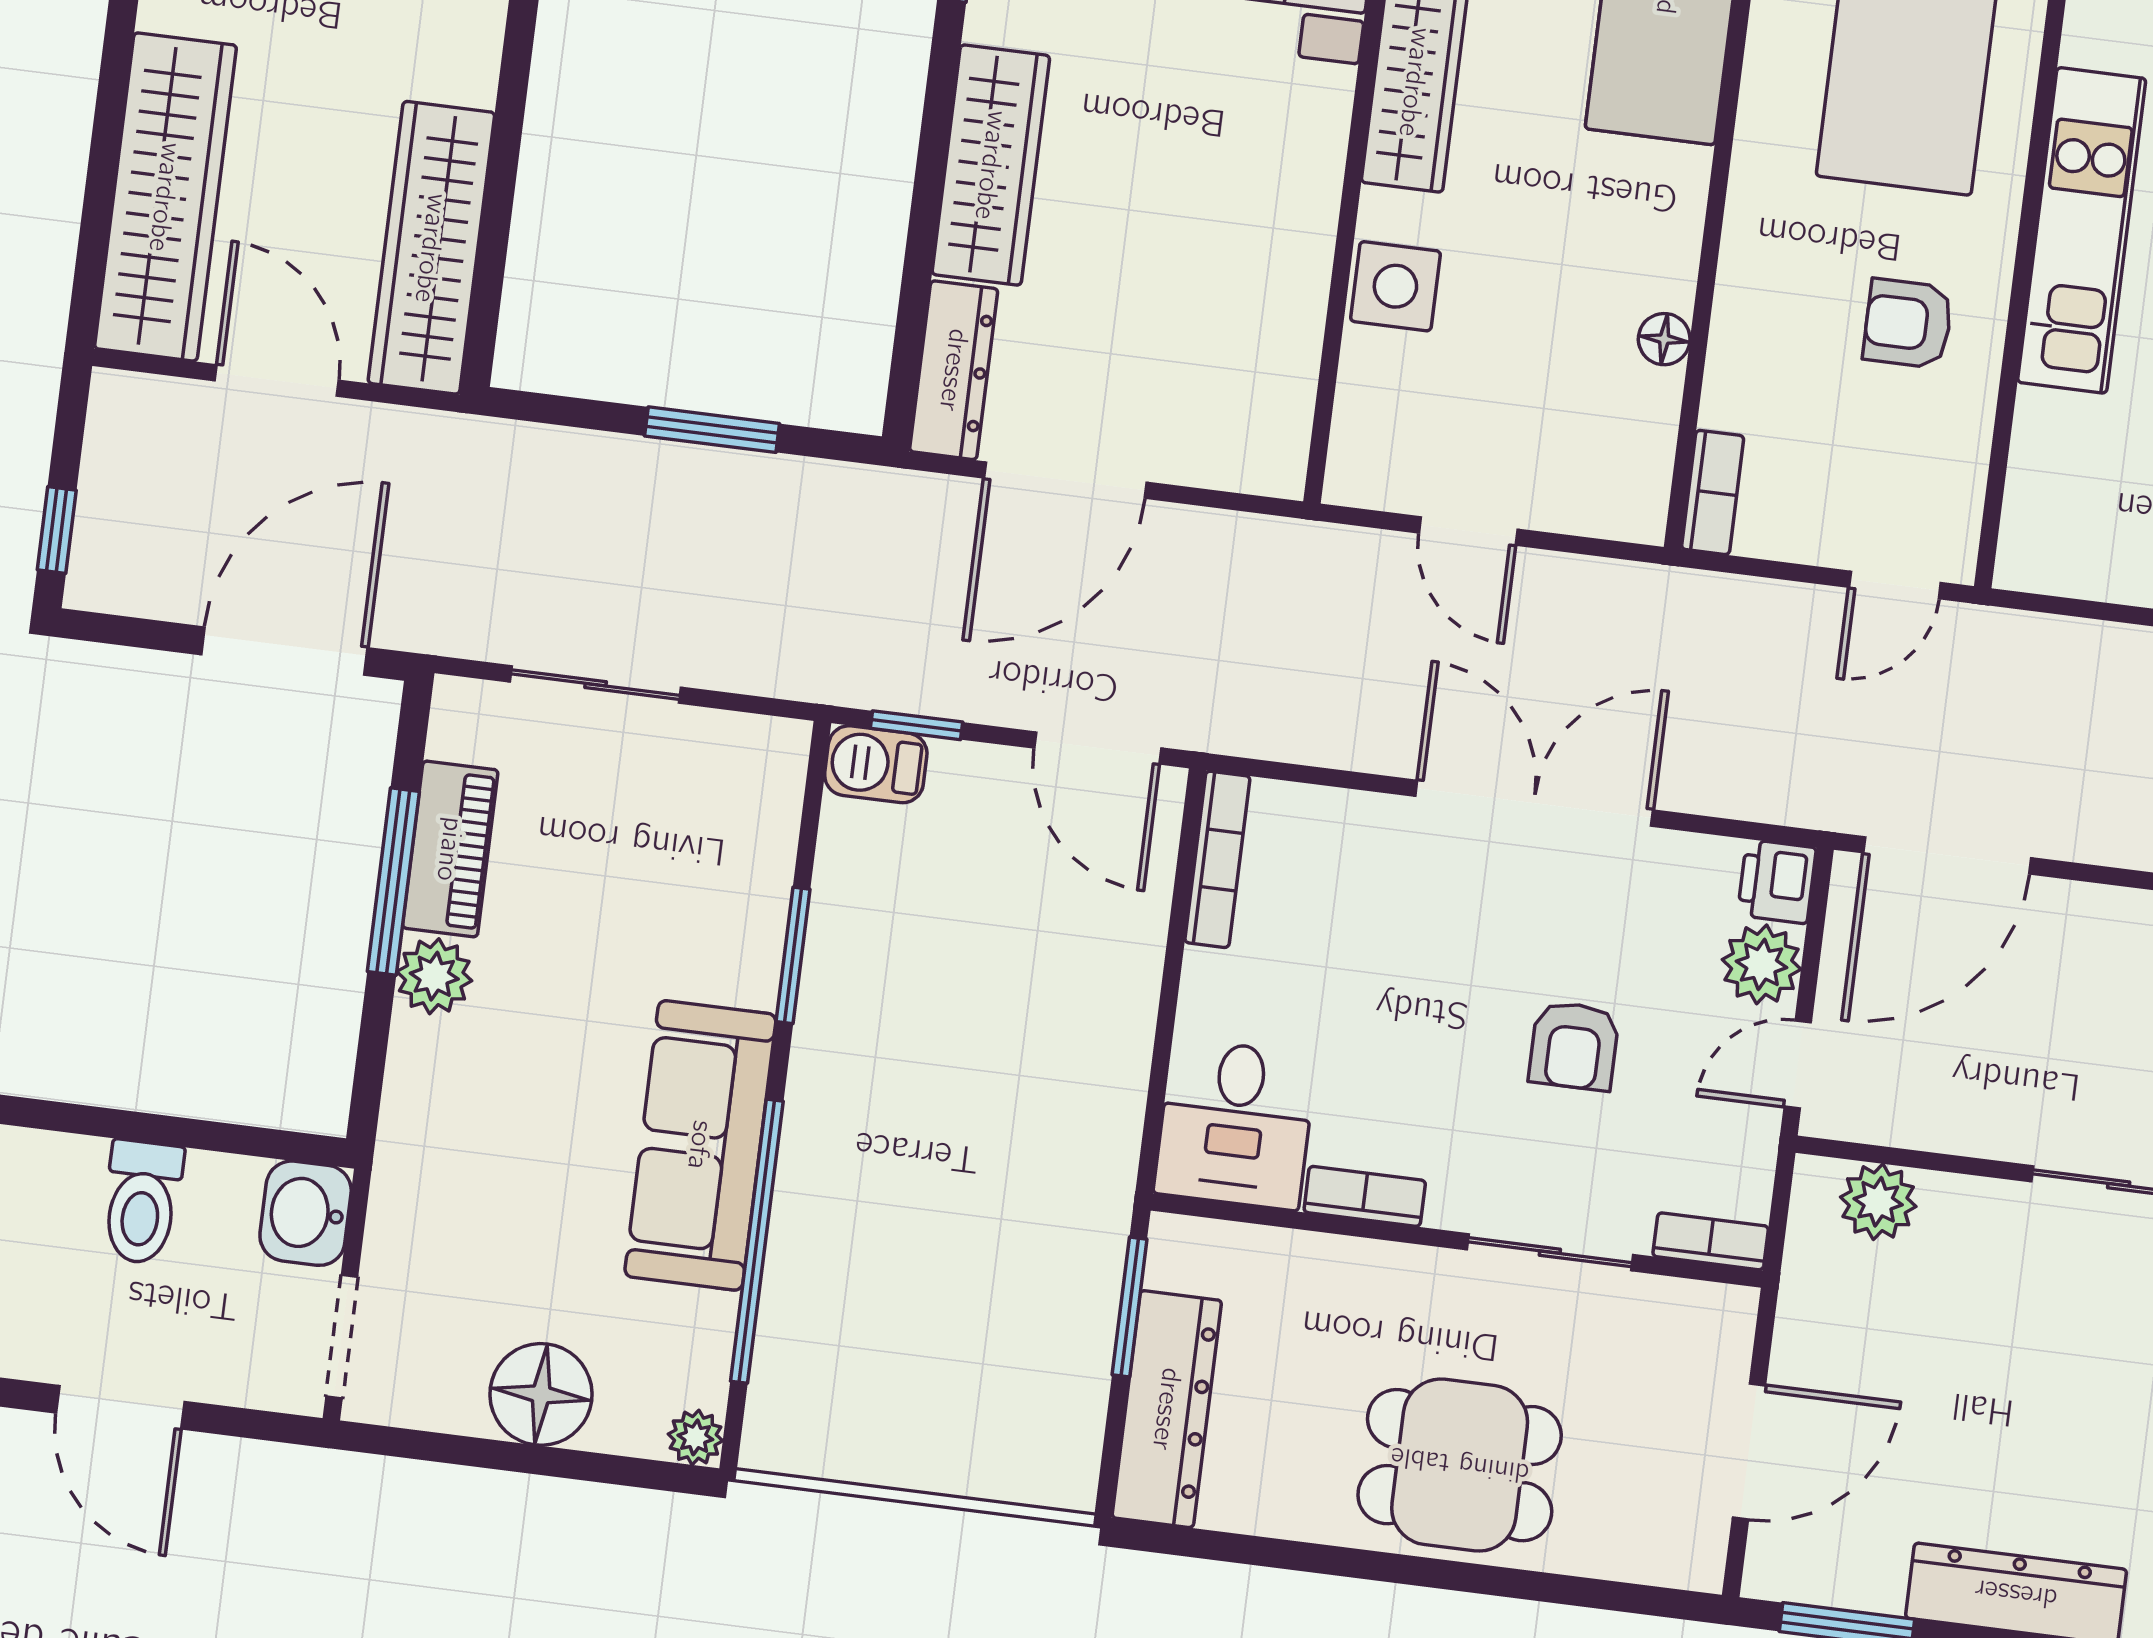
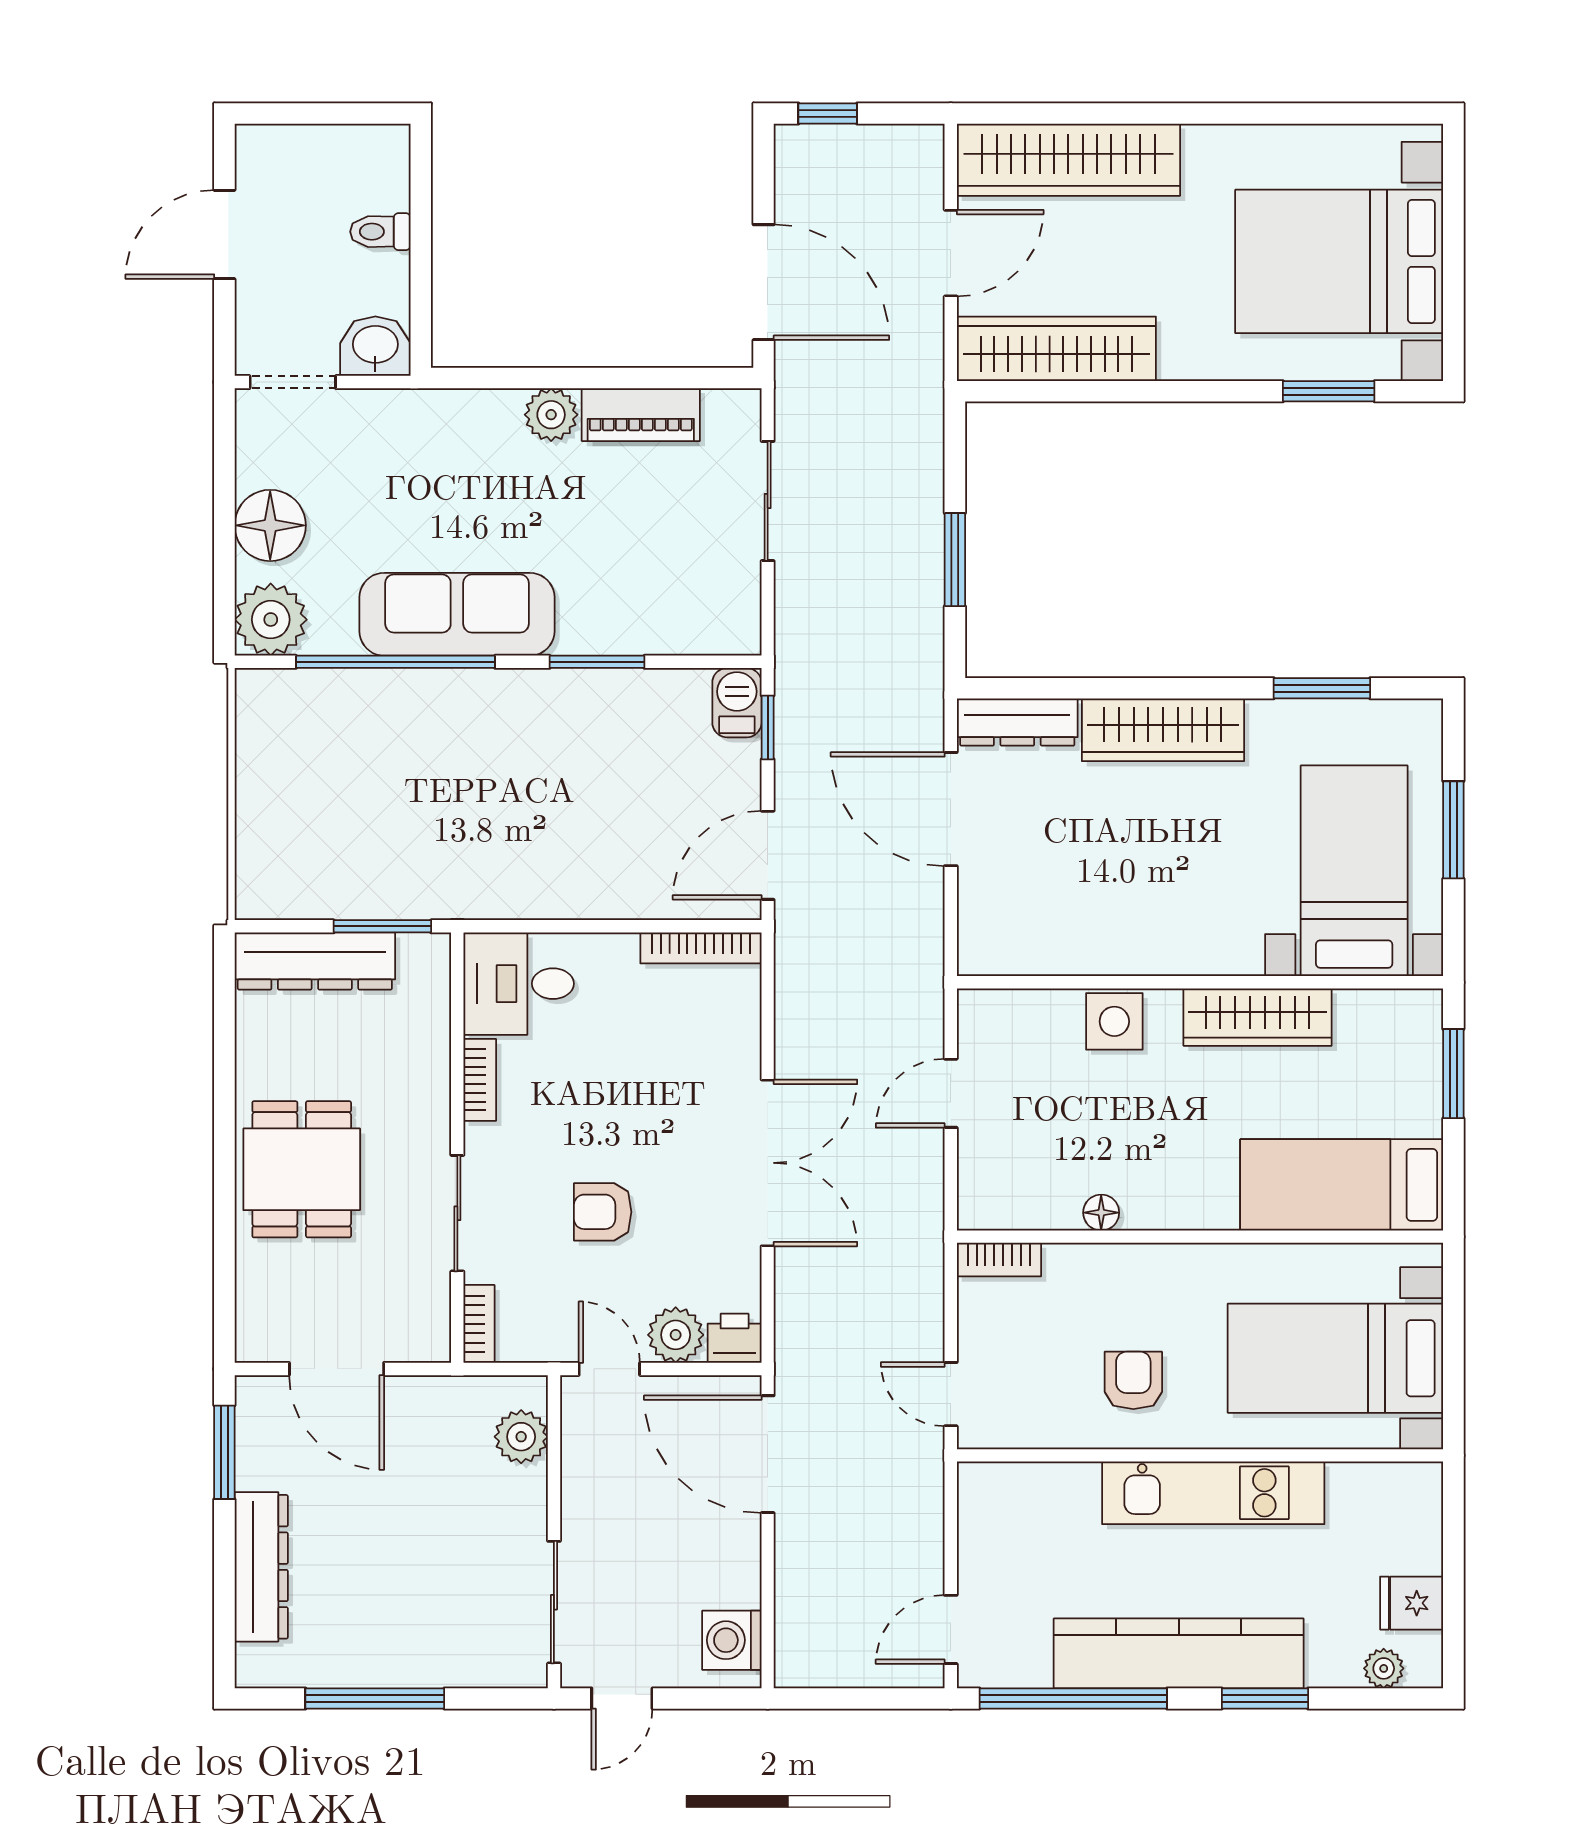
window: (393, 881) -> (613, 378), removed
toilet: (142, 1202) -> (380, 232), width x0.73, depth x0.72
plant: (695, 1437) -> (271, 620), width x1.88, depth x1.88

